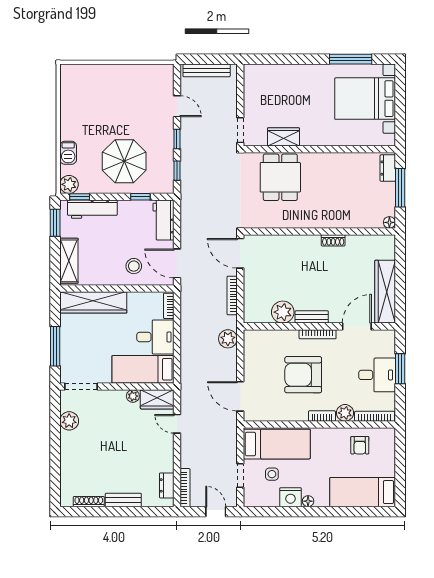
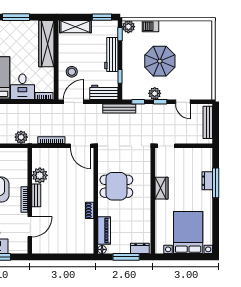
window: (351, 59) -> (216, 183), moved
dresser: (290, 71) -> (207, 181), added
door: (177, 106) -> (183, 102), hinge flipped
wardrobe: (283, 137) -> (162, 188), moved
plant: (165, 147) -> (155, 93), added
parasol: (124, 161) -> (160, 61), moved
dining table: (280, 177) -> (116, 186), moved
bench: (187, 198) -> (119, 109), added
workbench: (92, 209) -> (111, 55), moved
piano: (362, 219) -> (104, 231), added
door: (240, 253) -> (81, 146), swing flipped
wardrobe: (385, 292) -> (54, 246), removed
door: (357, 326) -> (30, 227), hinge flipped

